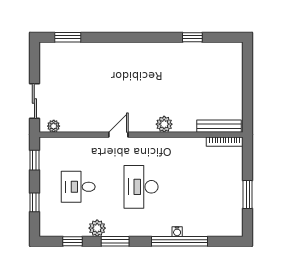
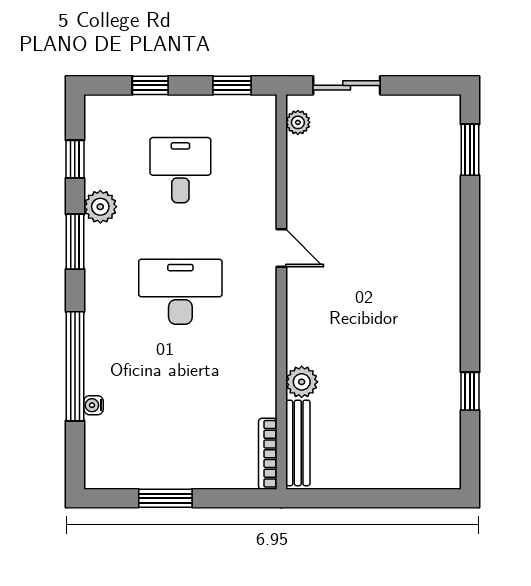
plant: (164, 124) -> (302, 382), moved
water cooler: (177, 232) -> (94, 405), moved

